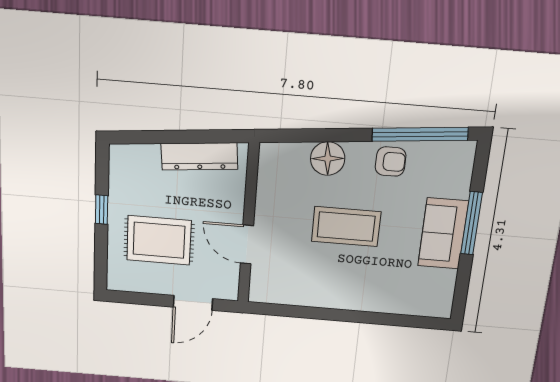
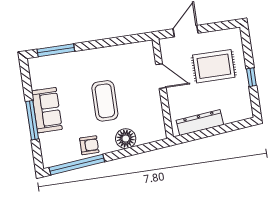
armchair: (391, 162) -> (89, 145), turned 180
coffee table: (346, 227) -> (105, 101), turned 90
window: (402, 320) -> (56, 50), added

